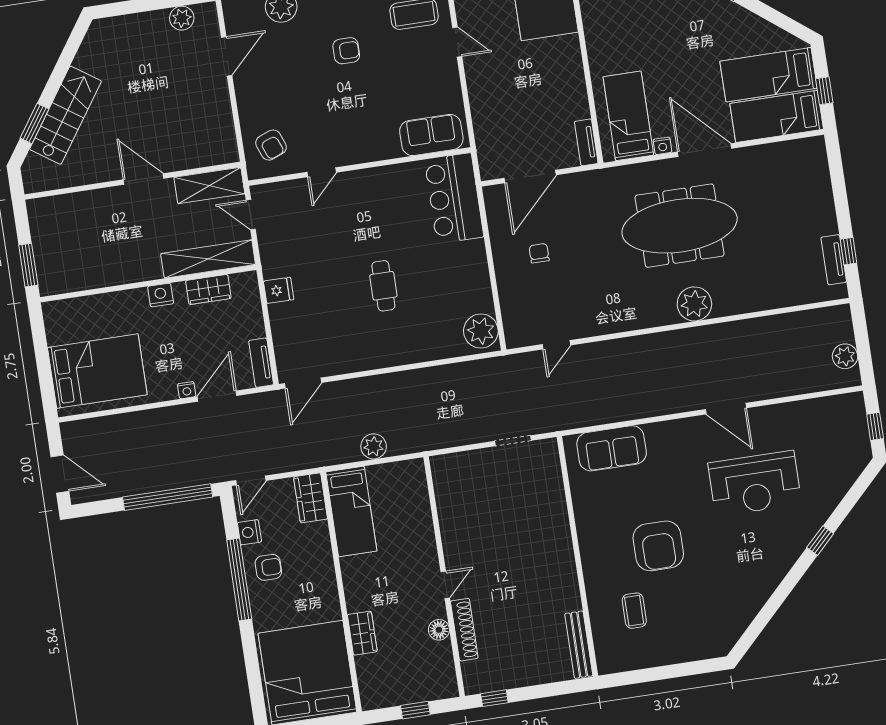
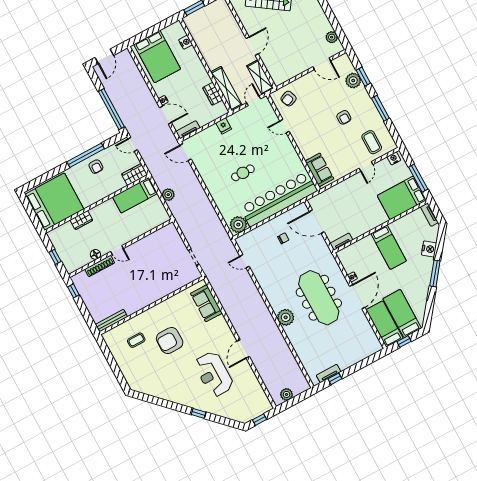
bed: (628, 116) -> (389, 247), moved, turned 90
bar counter: (454, 198) -> (279, 199), width x1.86
nightstand: (161, 295) -> (186, 42), moved
nightstand: (249, 532) -> (109, 152), removed

